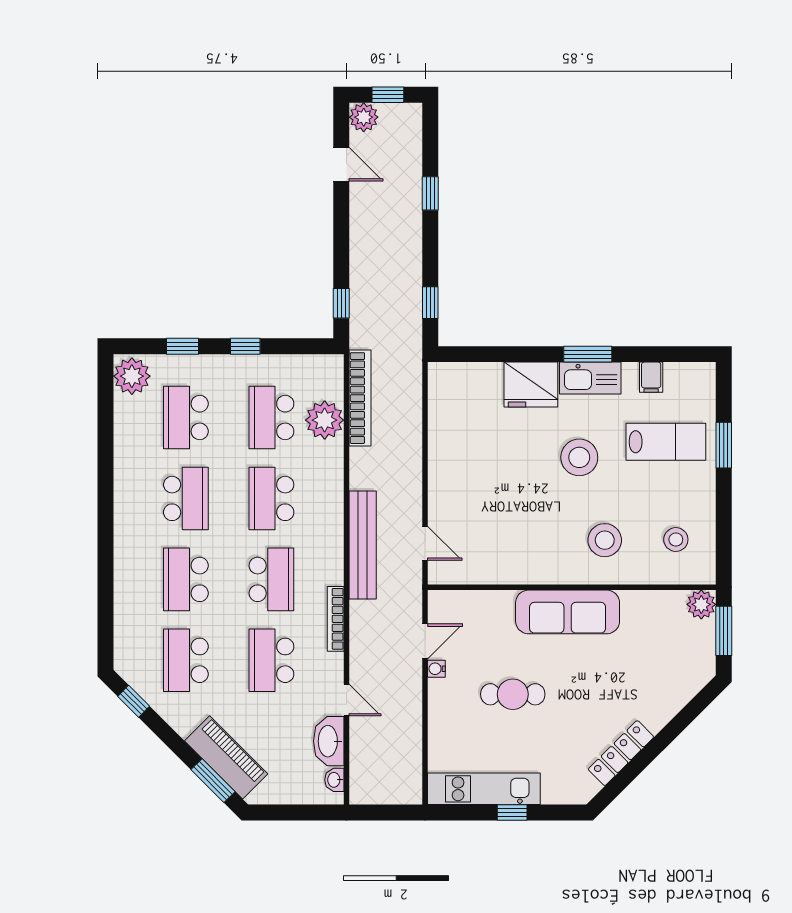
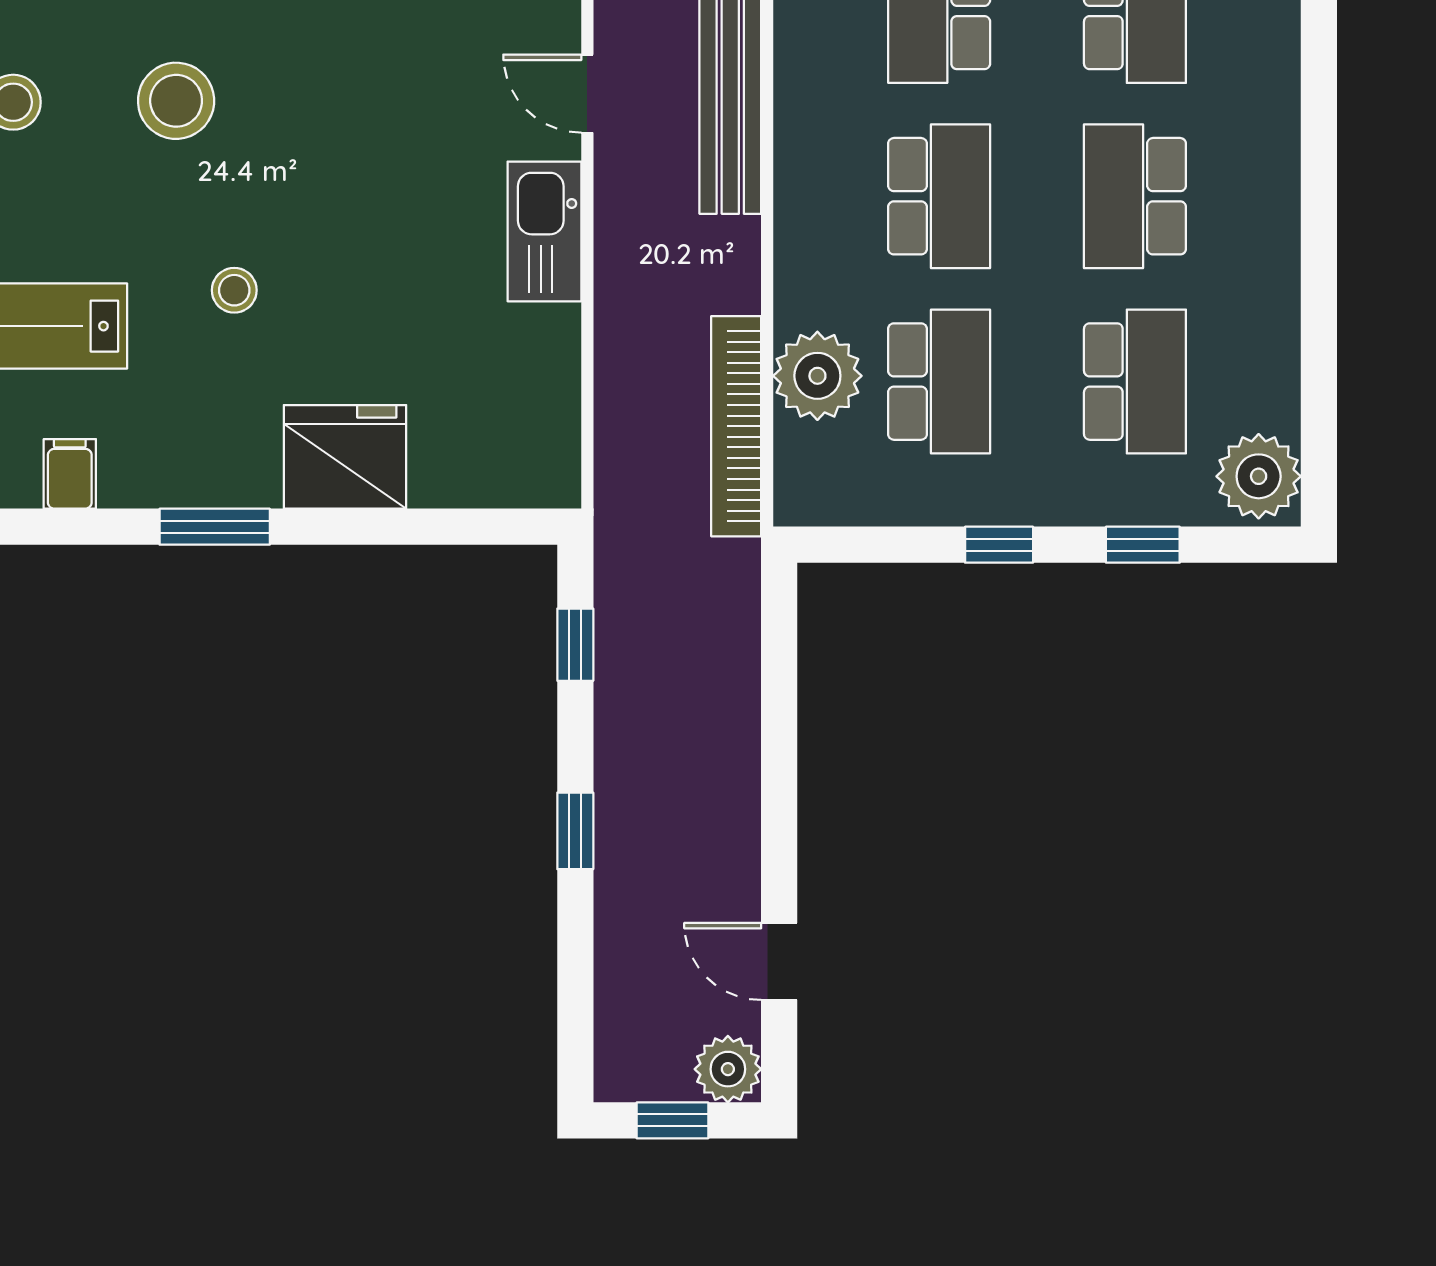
window: (430, 193) -> (575, 831), moved
window: (341, 303) -> (779, 643), removed
kitchen sink: (590, 378) -> (544, 231), moved, turned -90
stool: (579, 457) -> (234, 290), width x0.53, depth x0.53

